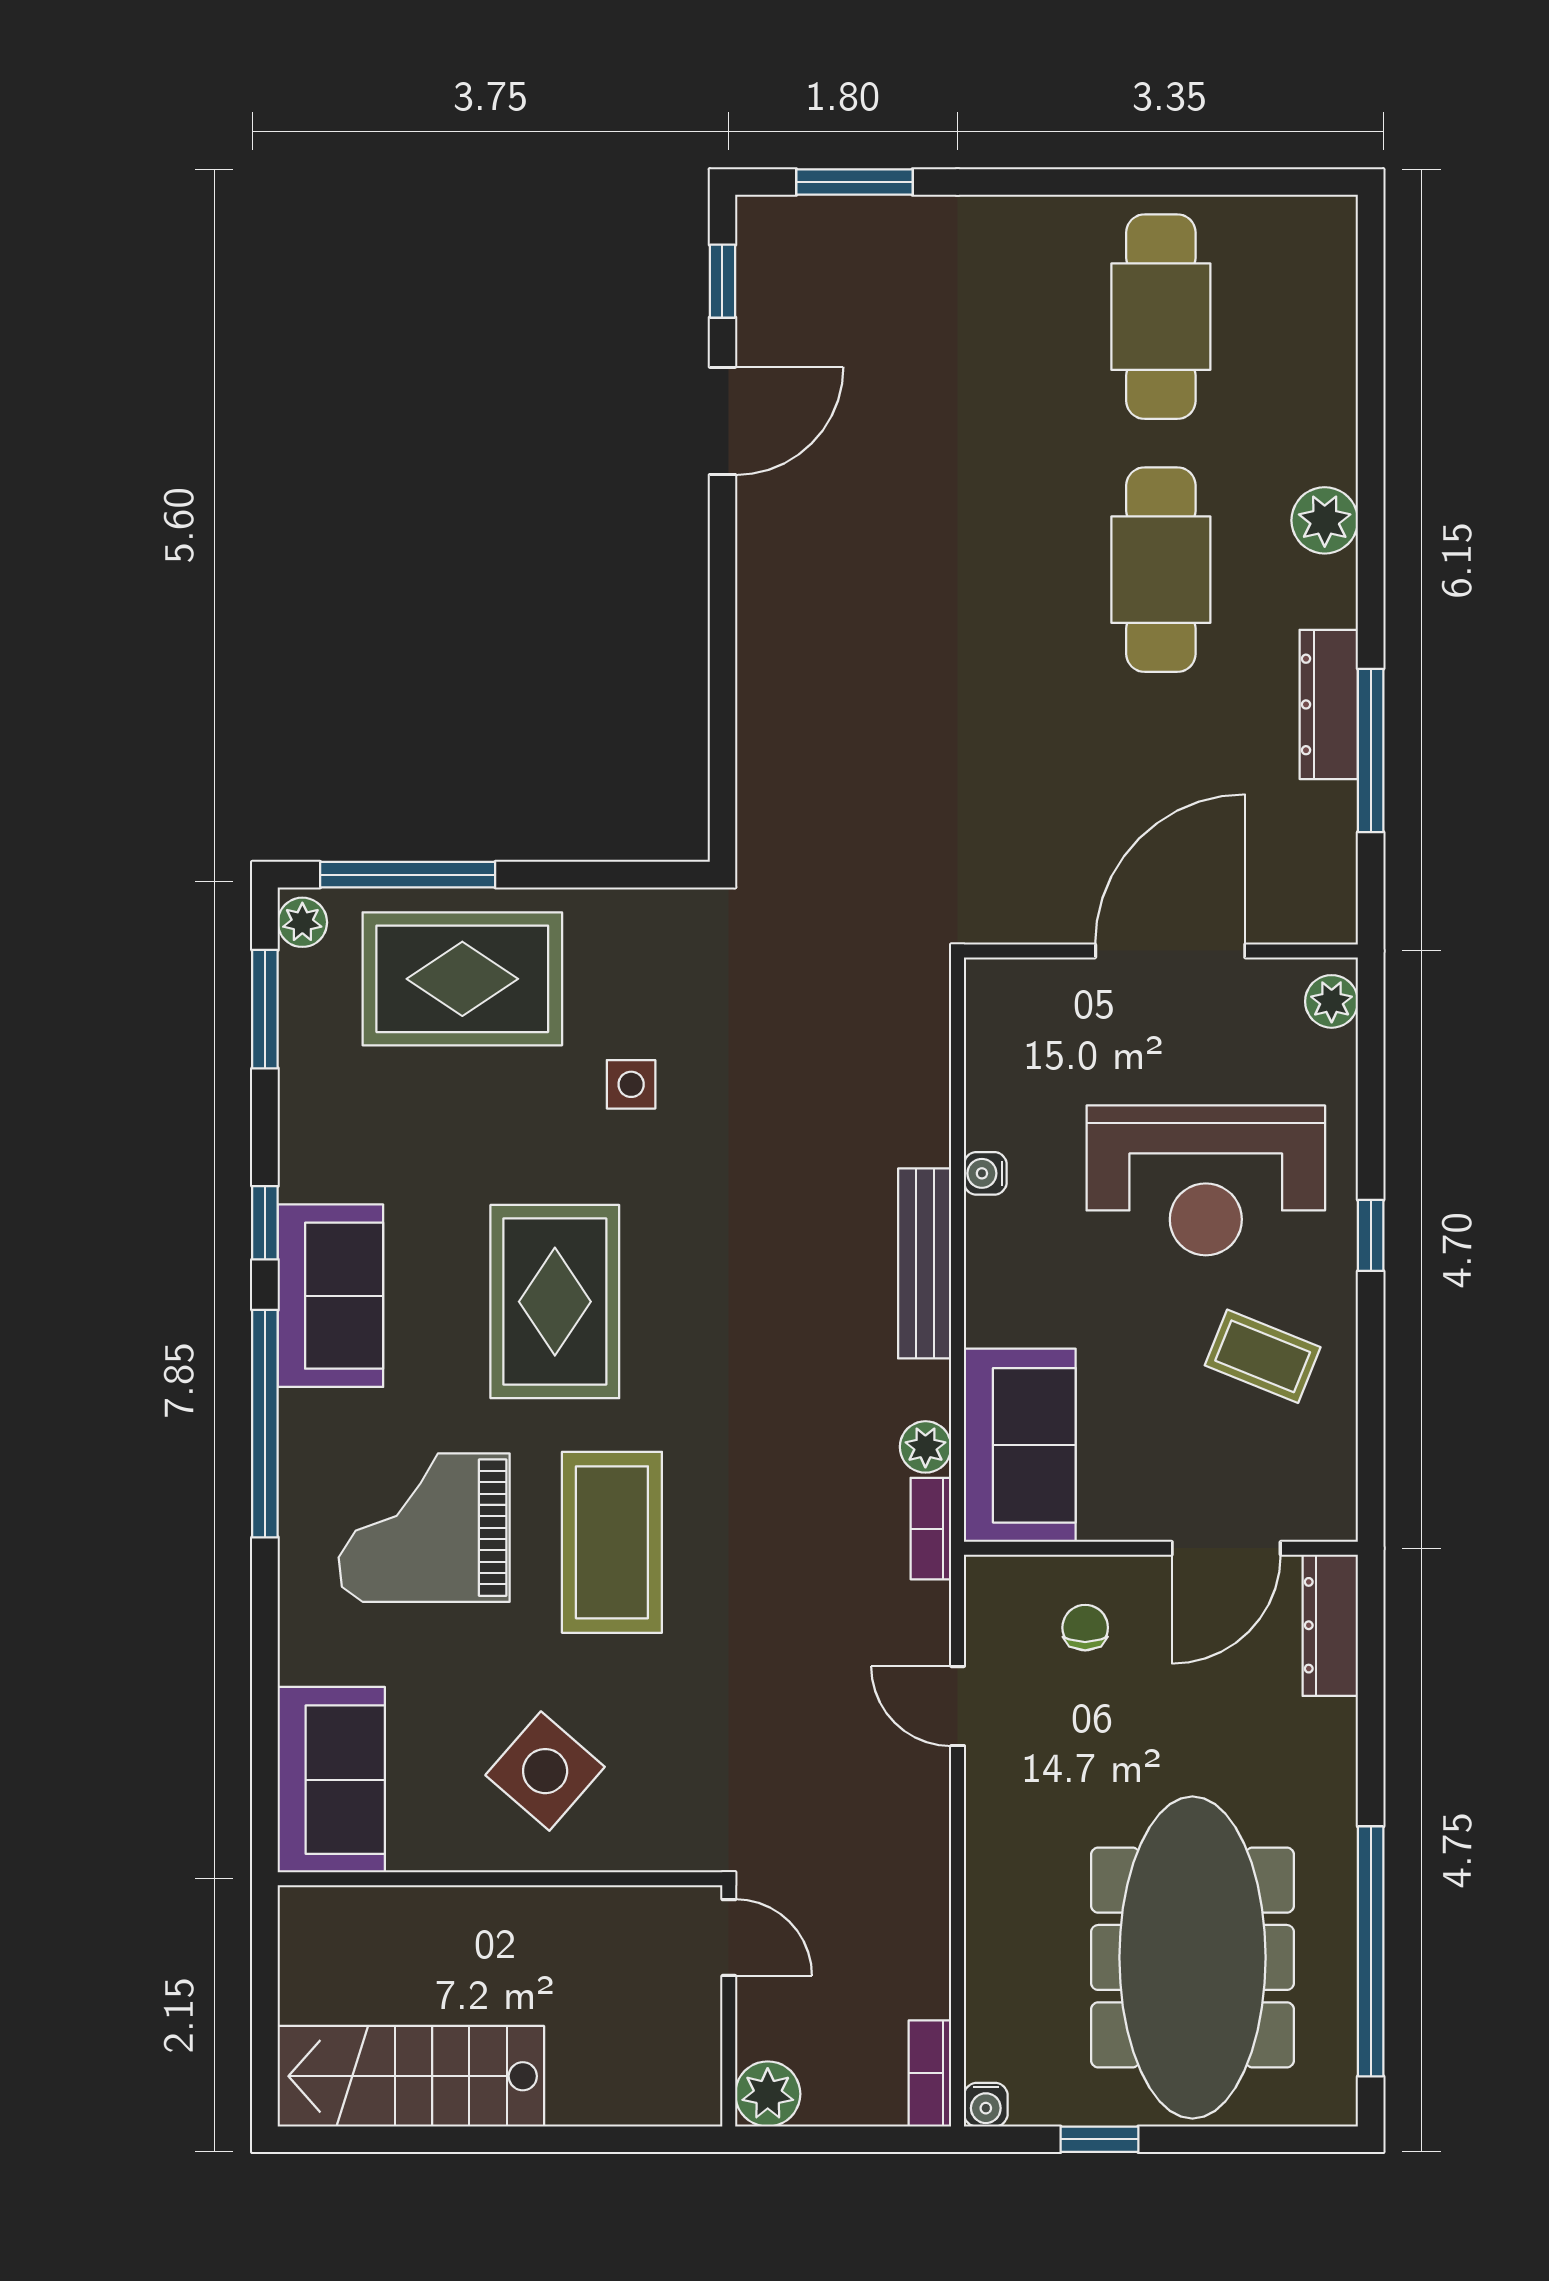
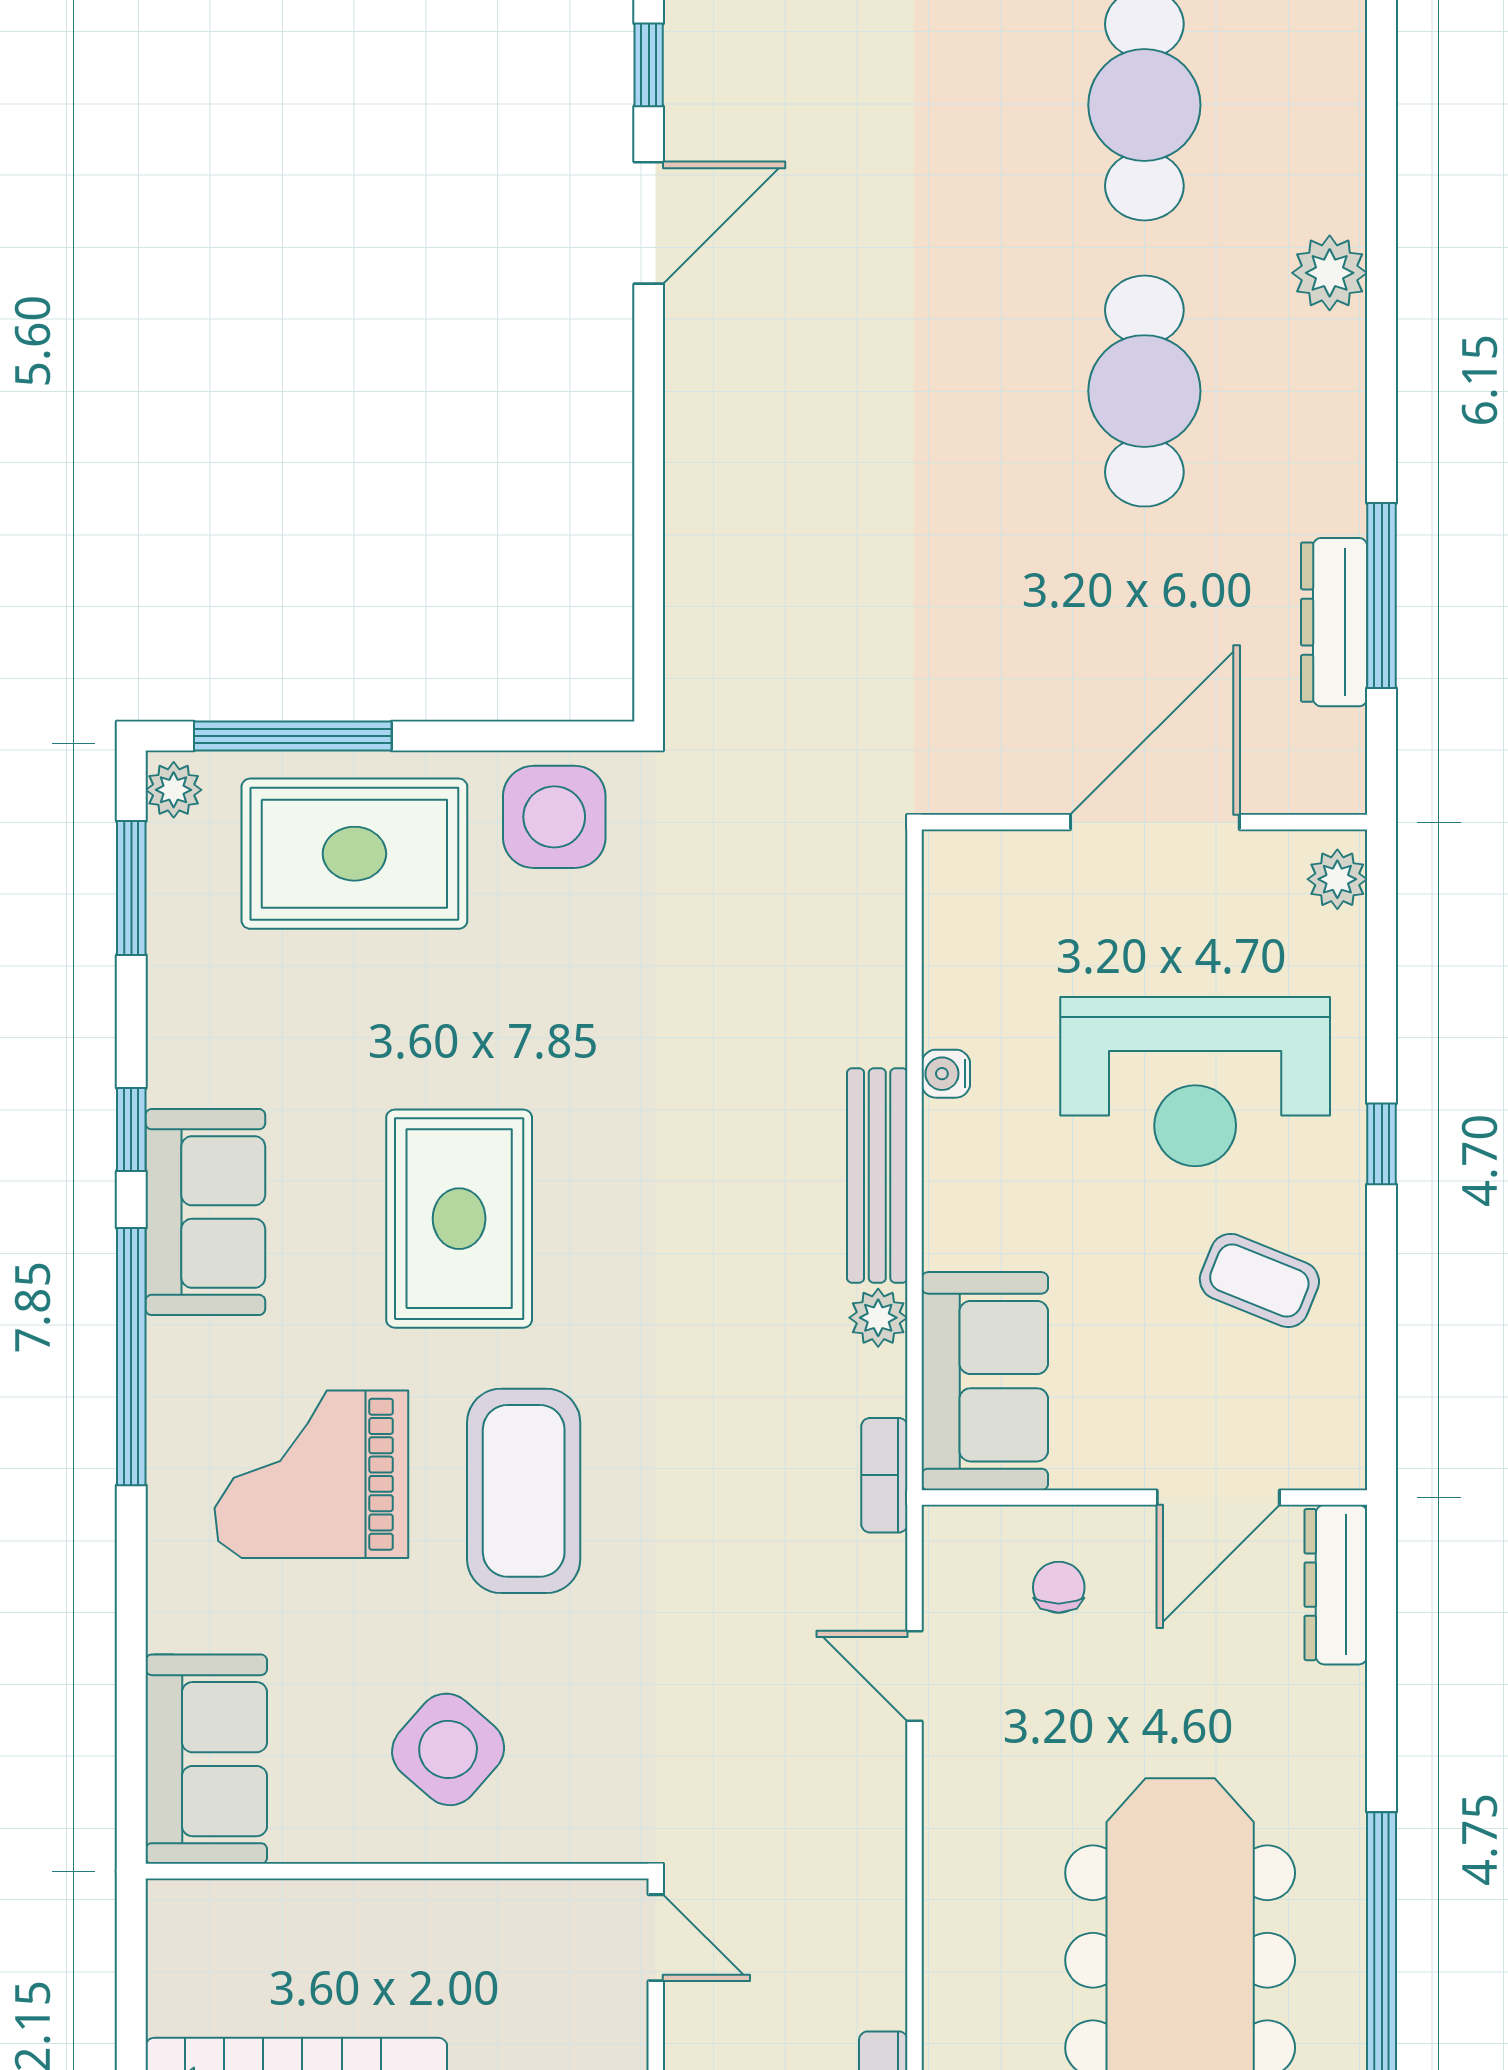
plant: (1325, 520) -> (1330, 273), moved
dresser: (1329, 704) -> (1334, 622), moved
side table: (631, 1084) -> (554, 817), moved, width x1.87, depth x1.87
plant: (925, 1447) -> (878, 1318), moved

